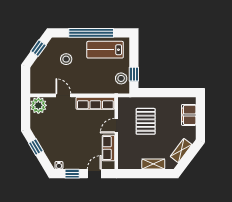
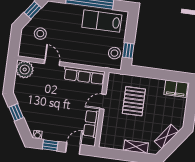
stool: (66, 59) -> (40, 34), moved
filing cabinet: (189, 115) -> (176, 89), moved, turned -90

